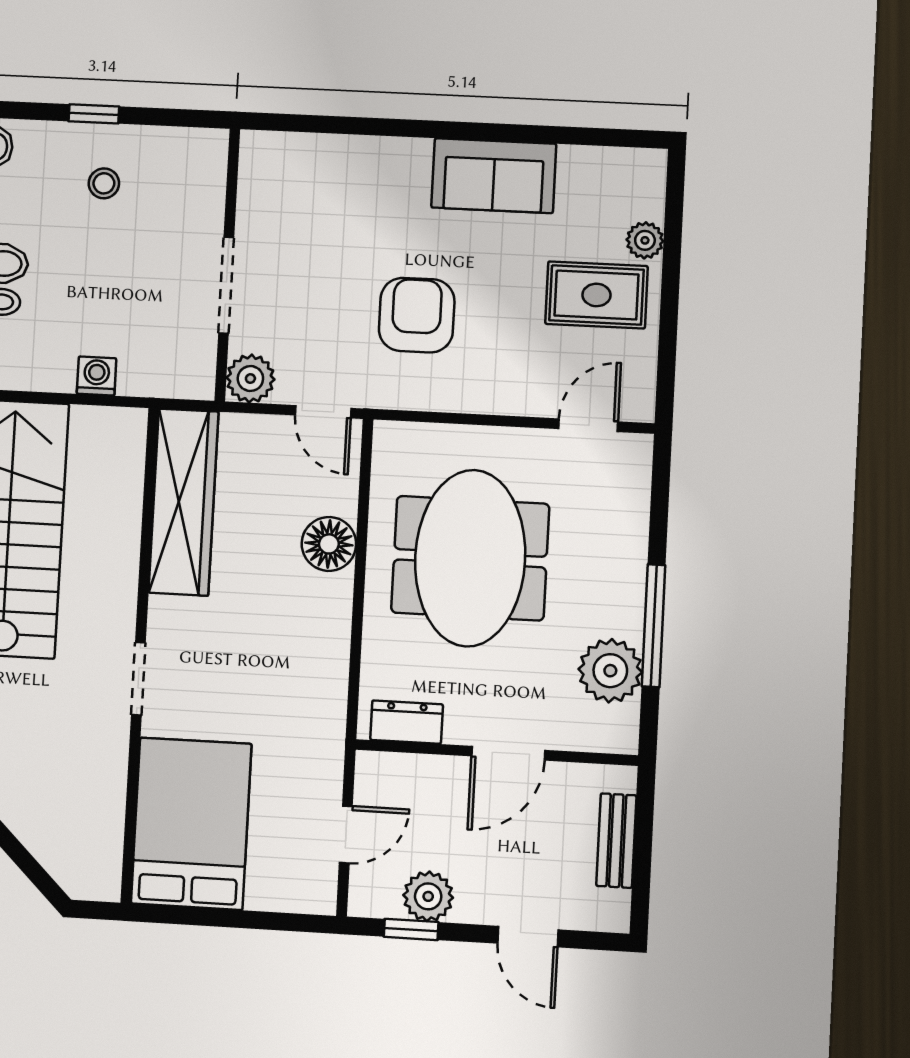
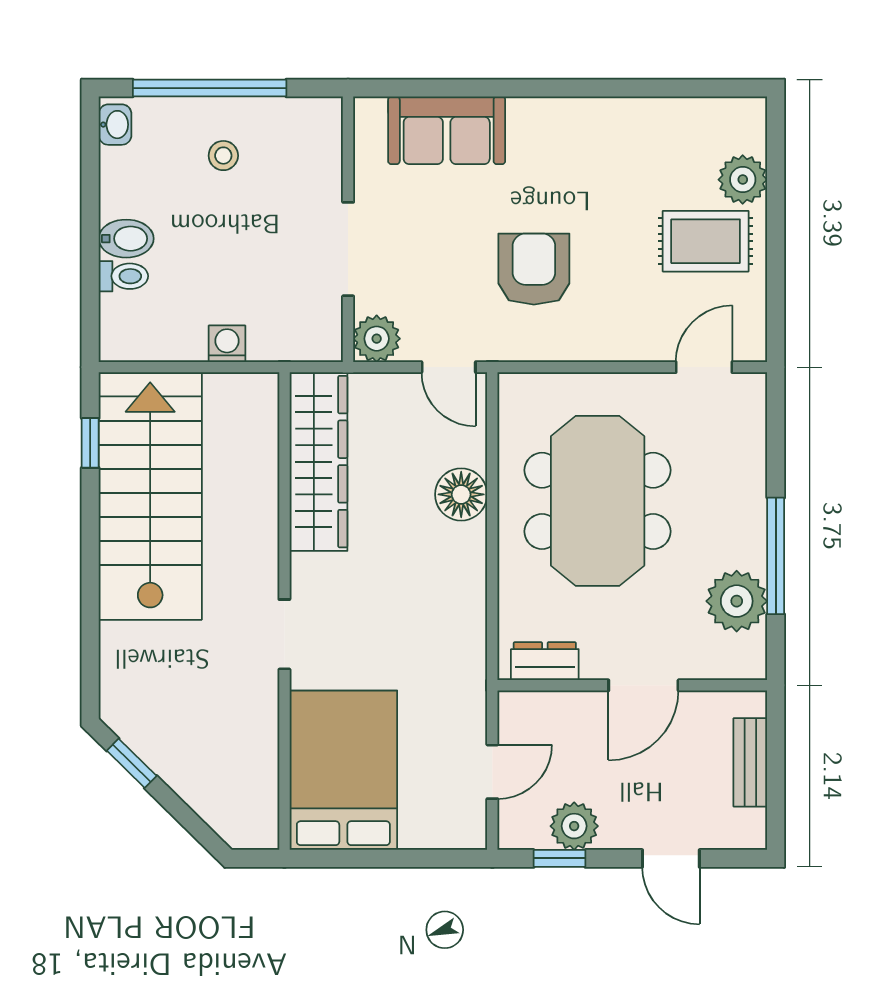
window: (94, 114) -> (210, 88), width x3.17
sofa: (494, 176) -> (447, 130), moved
plant: (645, 240) -> (743, 180), width x1.38, depth x1.38

